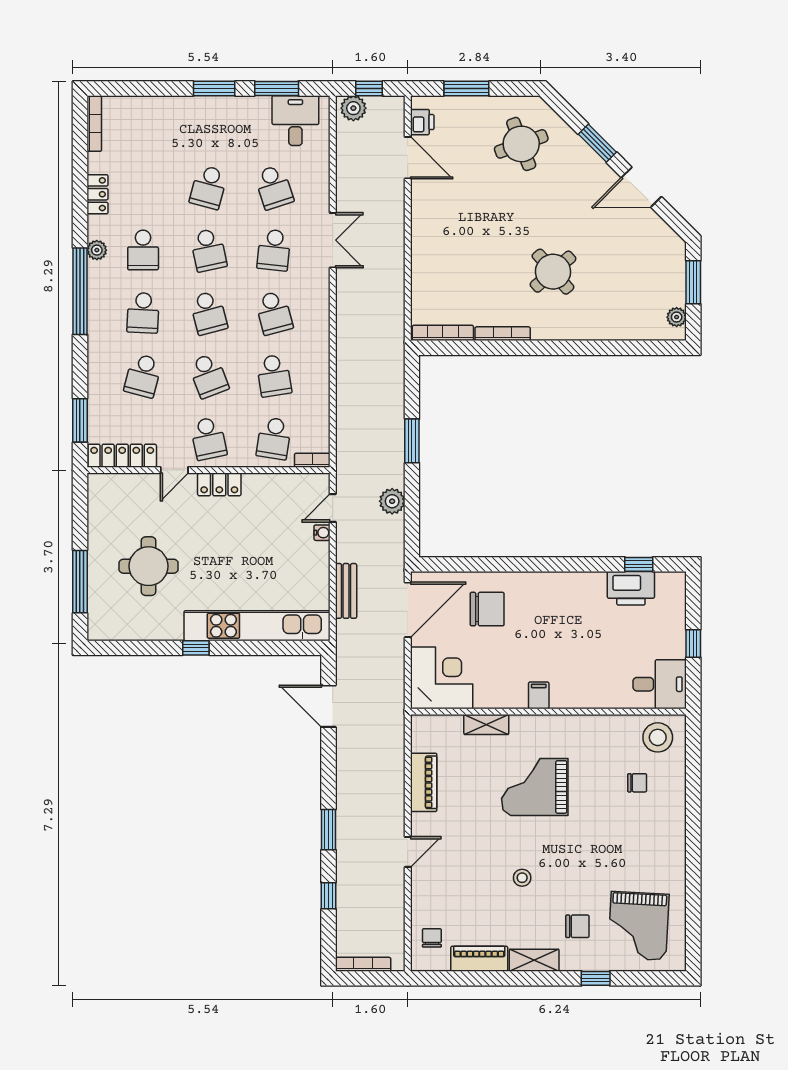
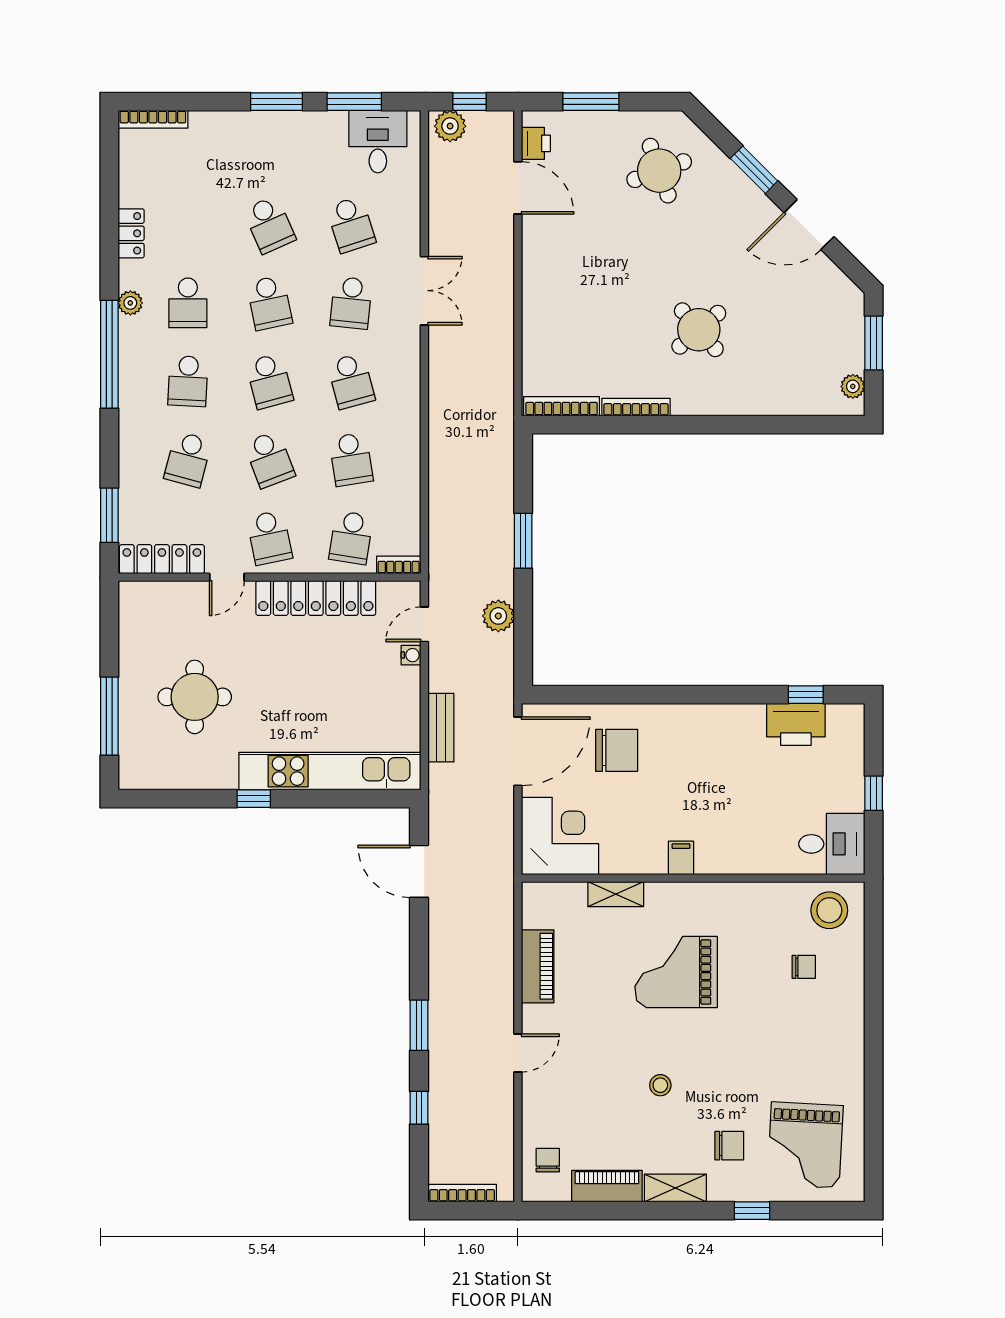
bookcase: (94, 124) -> (153, 119), moved, turned 90
school desk: (208, 187) -> (269, 225), turned -39
locker: (219, 484) -> (316, 598), width x2.16, depth x1.21

